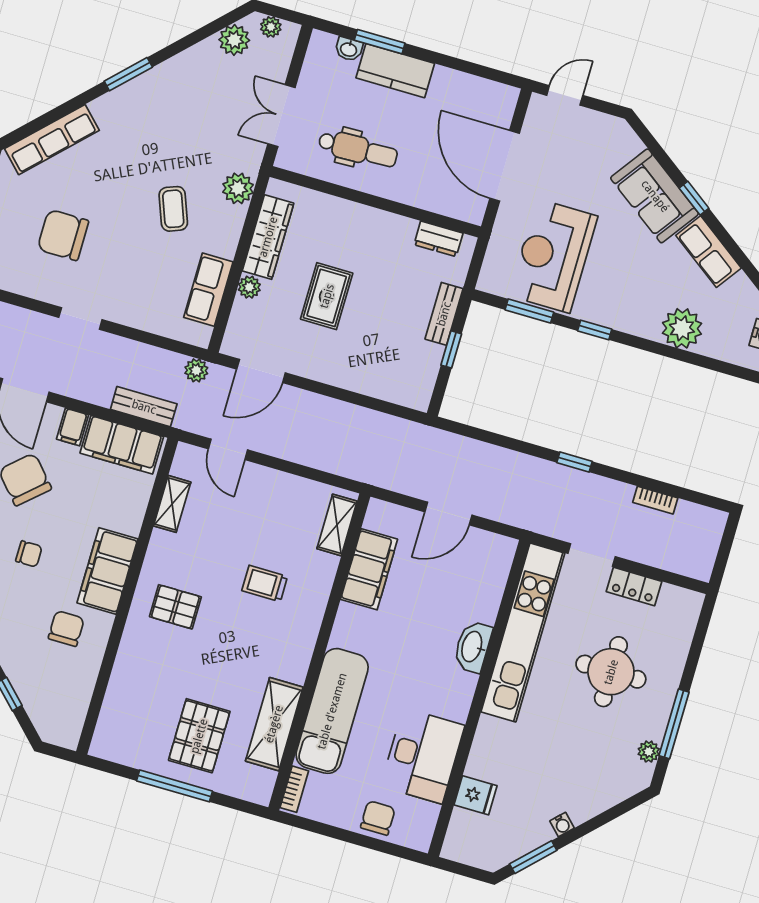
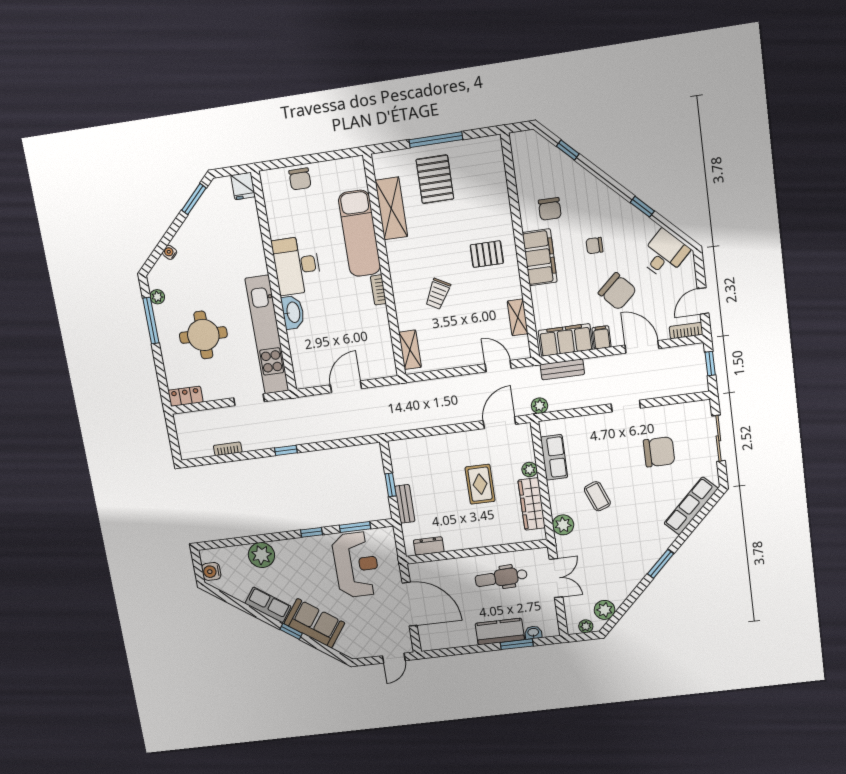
filing cabinet: (369, 569) -> (378, 331), removed
trolley: (265, 583) -> (438, 294), turned 119
locker: (634, 587) -> (186, 396), moved
desk: (423, 756) -> (297, 266), moved
bookcase: (294, 789) -> (378, 290), moved
fridge: (476, 795) -> (243, 186), moved, turned -90
water cooler: (562, 824) -> (170, 252), moved

